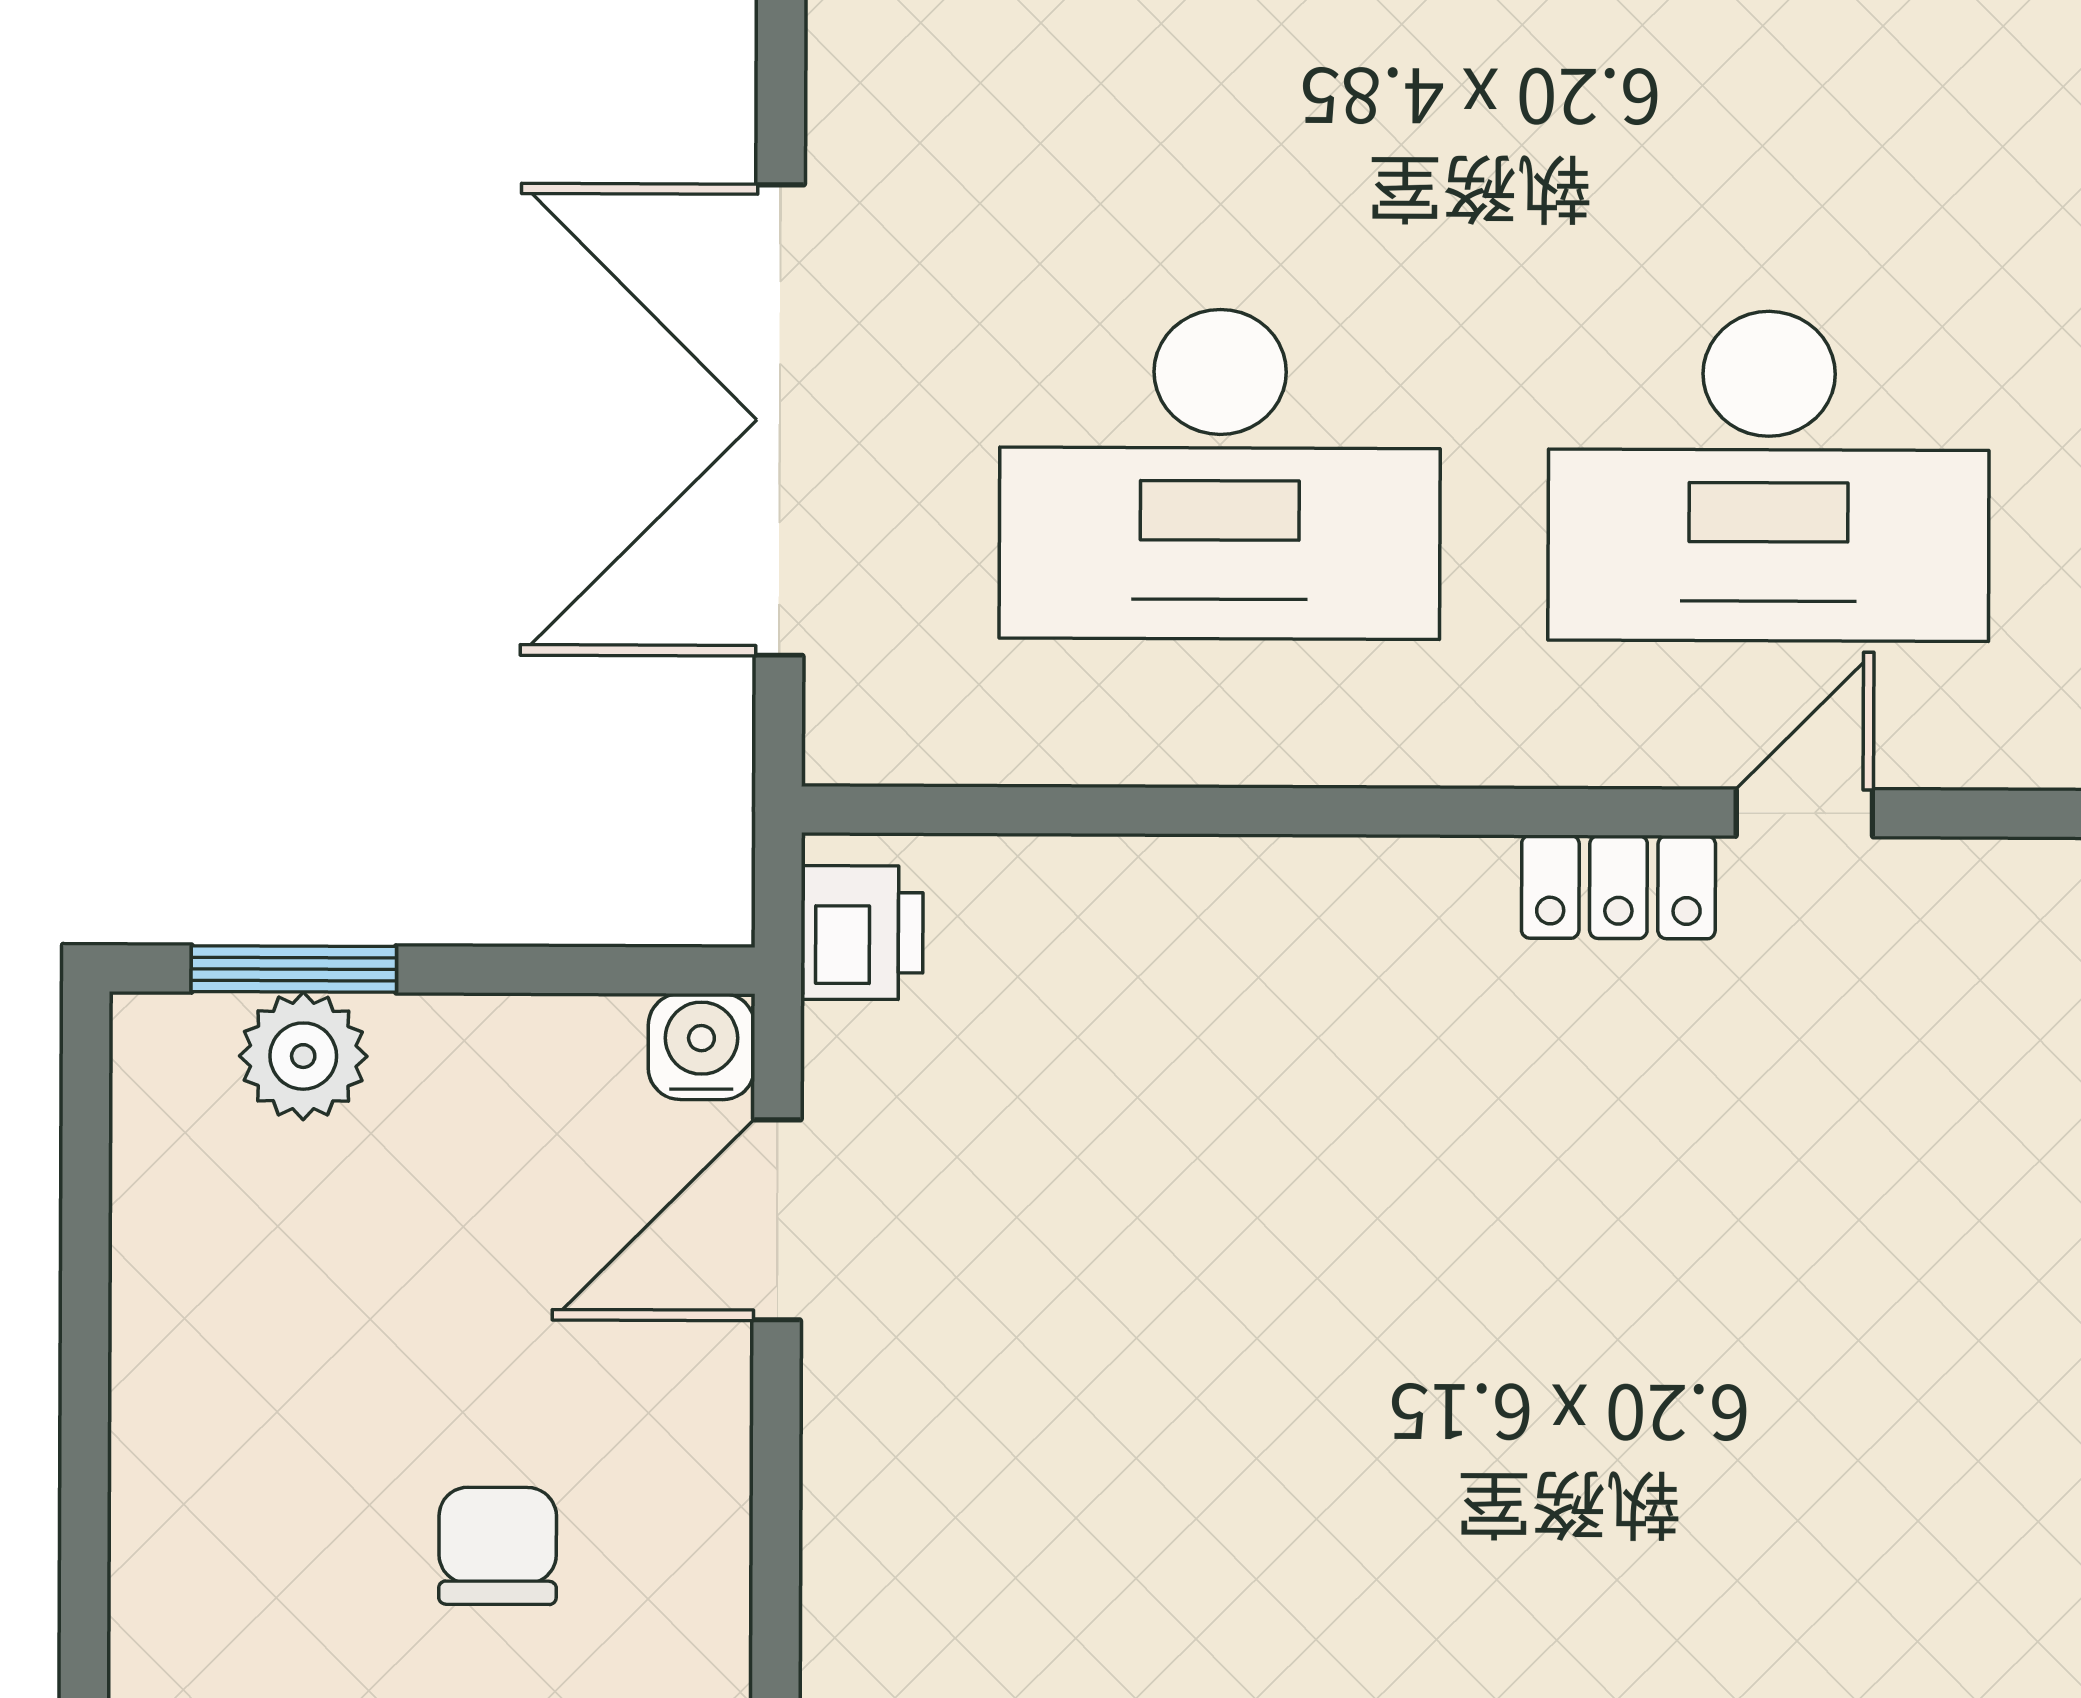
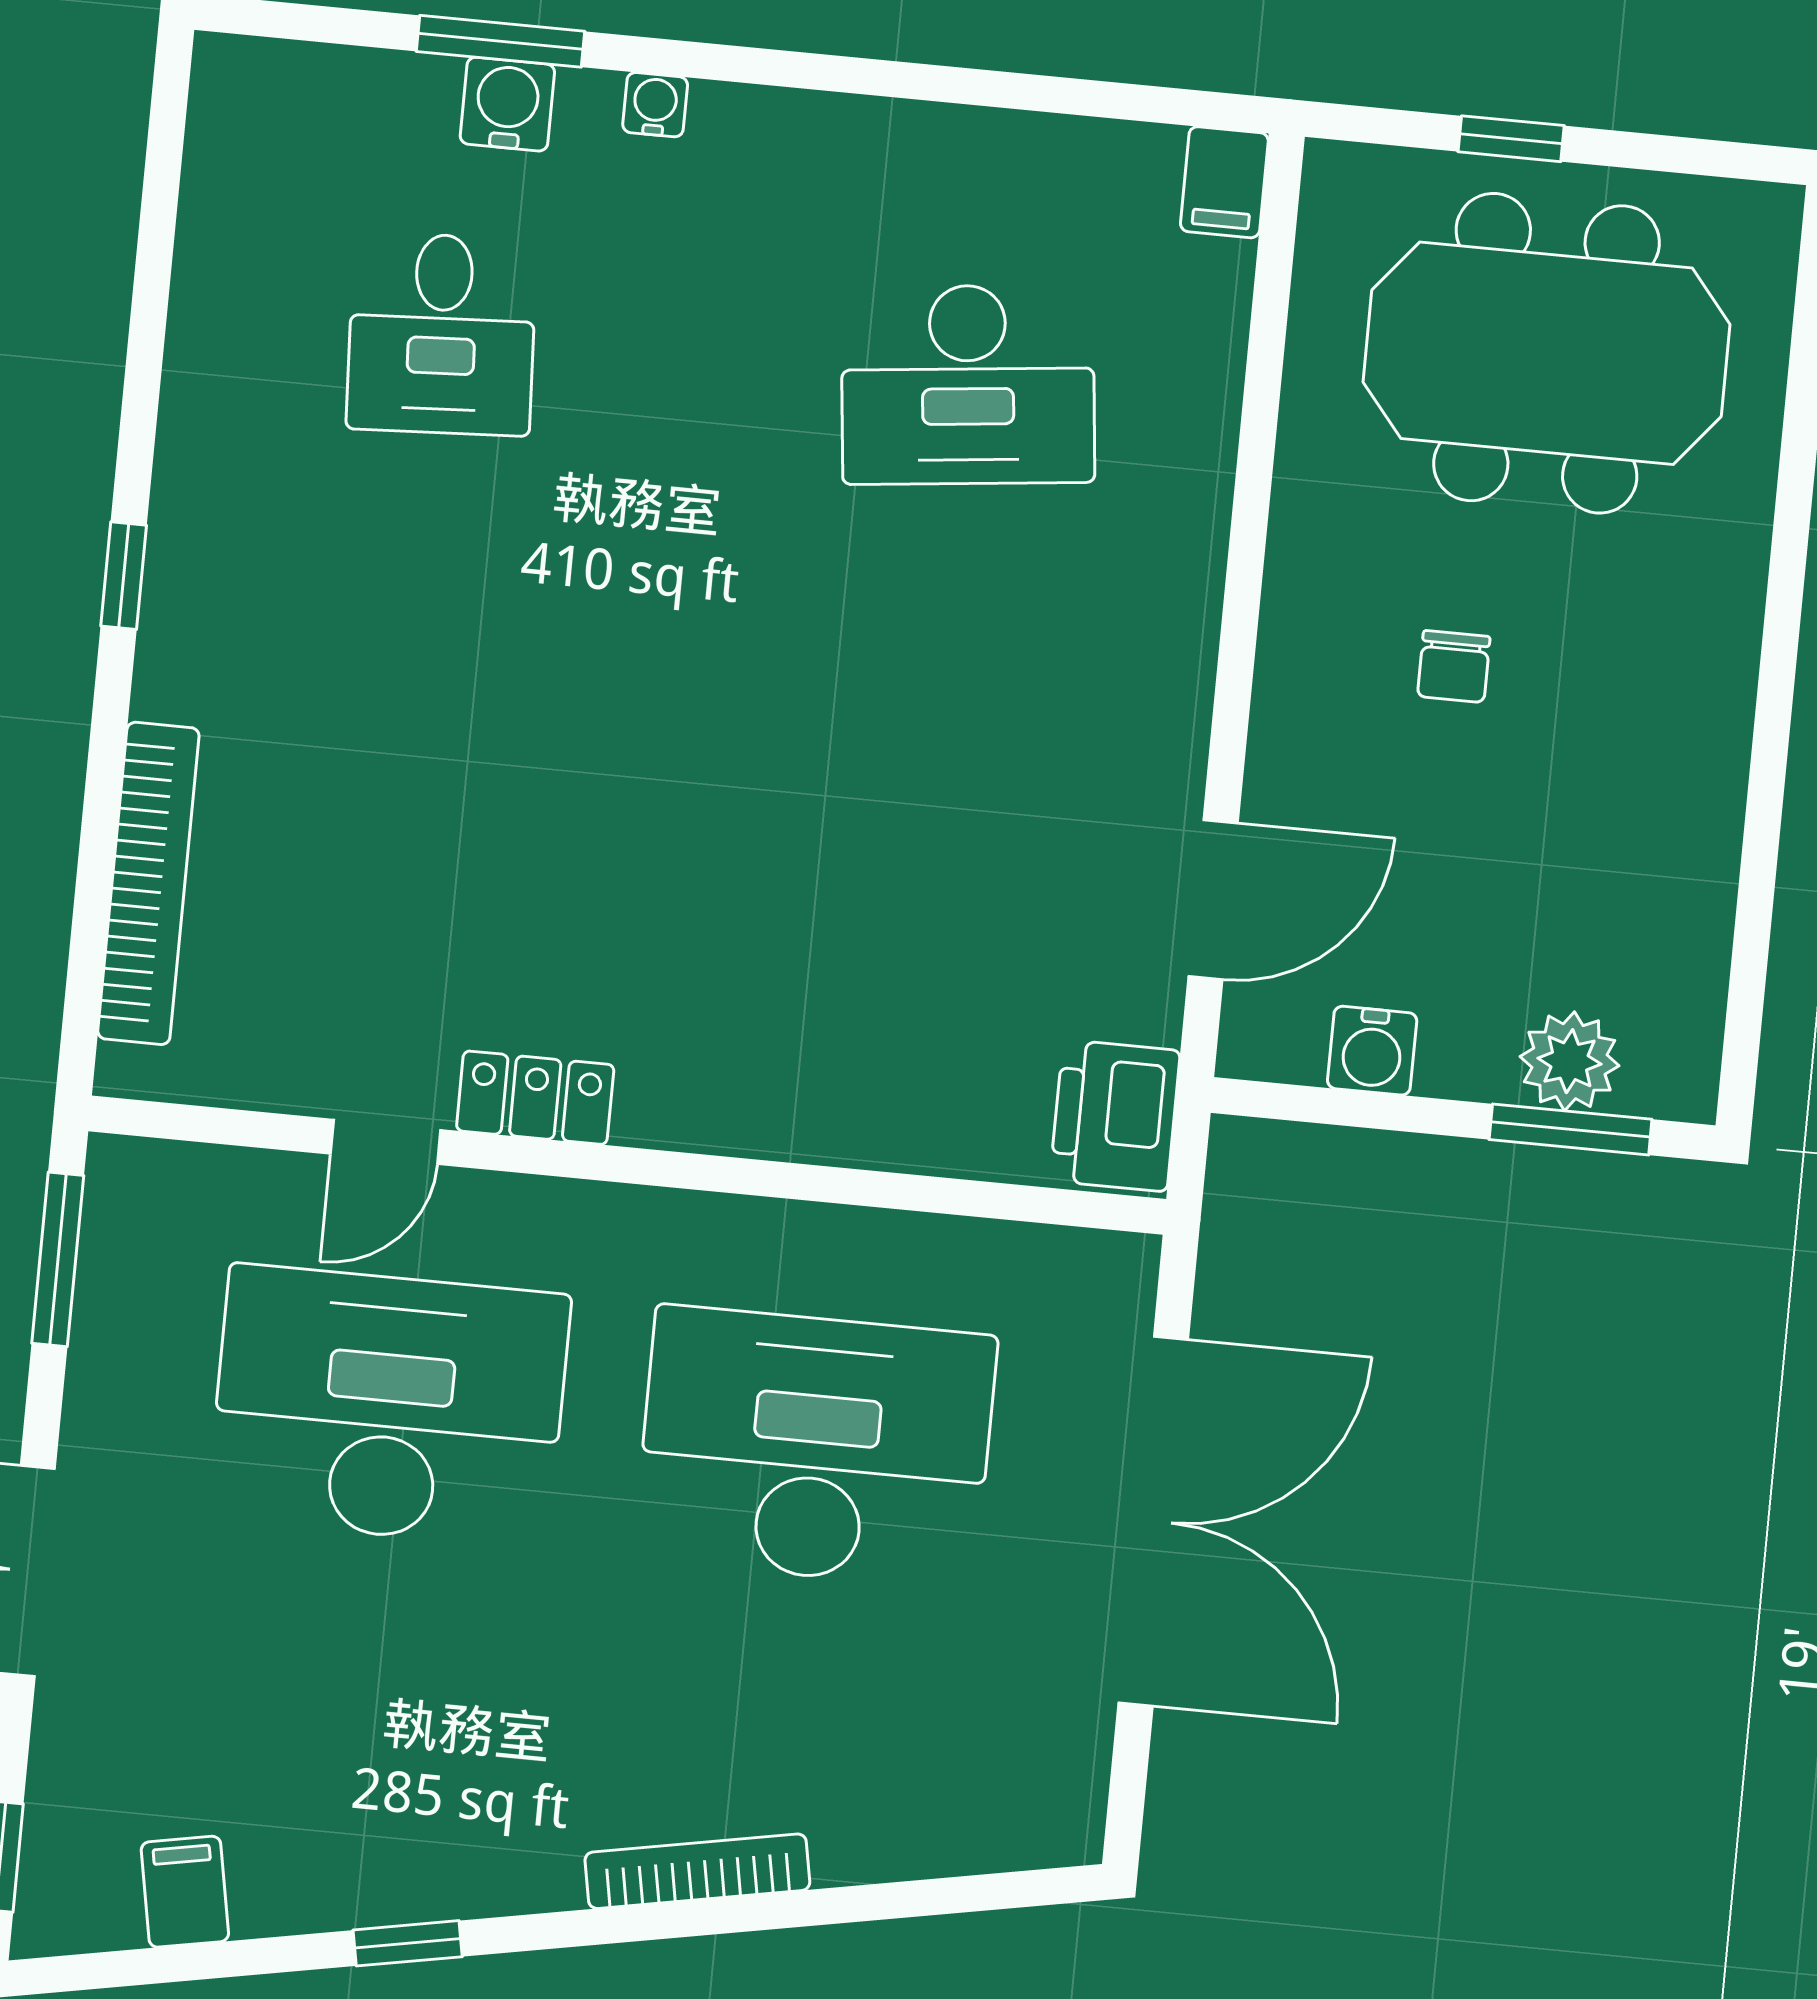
printer: (862, 933) -> (1115, 1116), width x1.36, depth x1.24
water cooler: (701, 1047) -> (1372, 1051), moved
chair: (498, 1546) -> (1454, 667), width x0.73, depth x0.73

